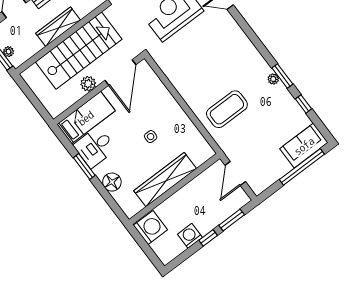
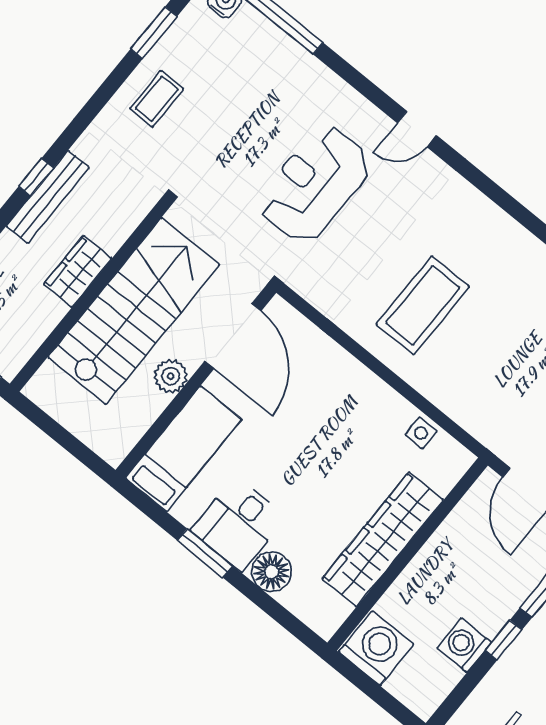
wardrobe: (58, 27) -> (78, 271), width x0.67
coffee table: (227, 109) -> (423, 305), moved
side table: (151, 137) -> (421, 433), moved
desk: (95, 147) -> (239, 524), moved

